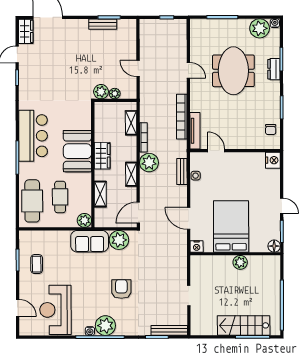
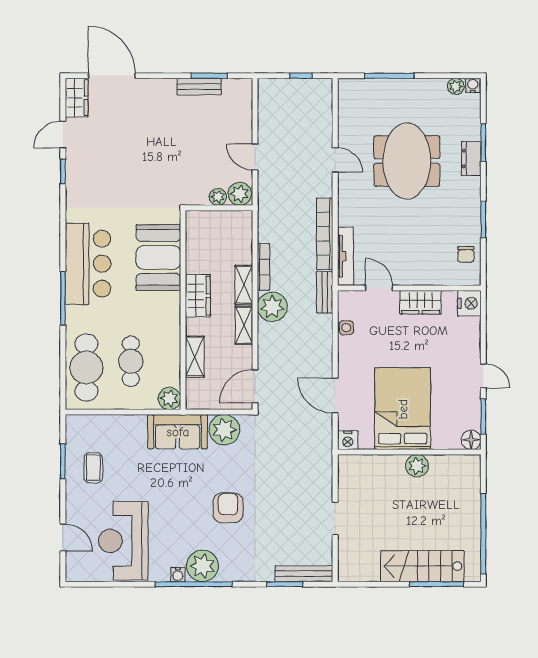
plant: (260, 28) -> (456, 86), width x0.53, depth x0.53
plant: (101, 92) -> (240, 194), moved
shelving: (131, 123) -> (244, 285), moved
booth: (77, 151) -> (158, 257), moved
wardrobe: (242, 160) -> (421, 302), added
bench: (182, 171) -> (325, 292), moved

